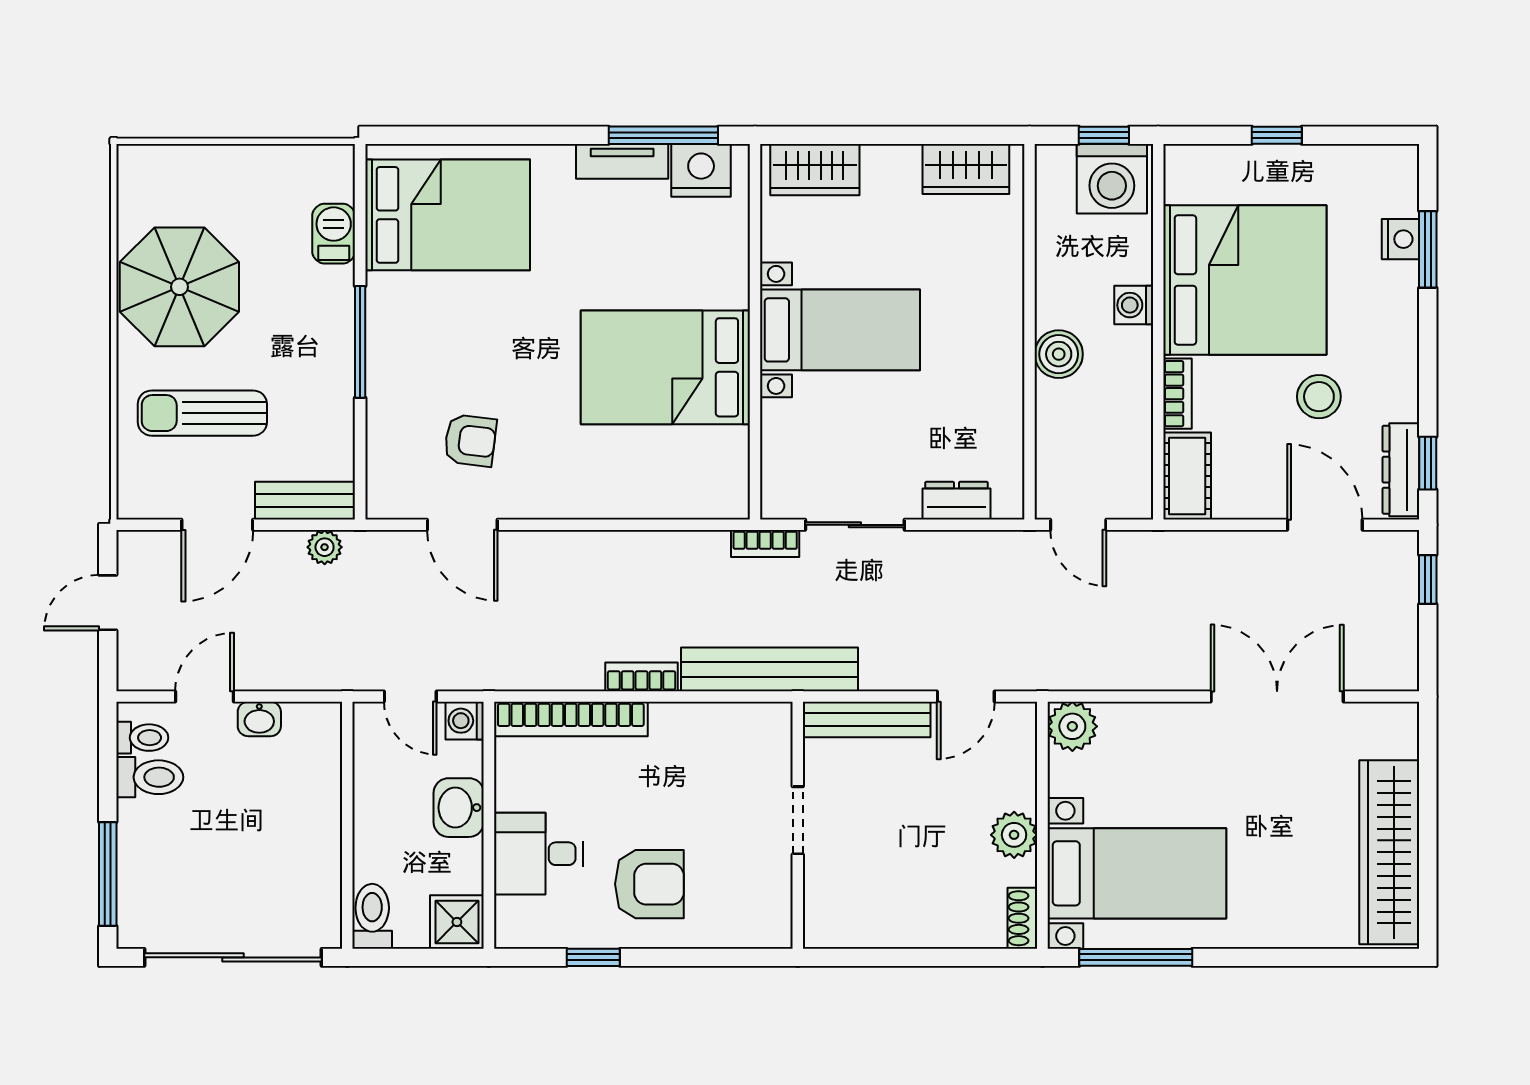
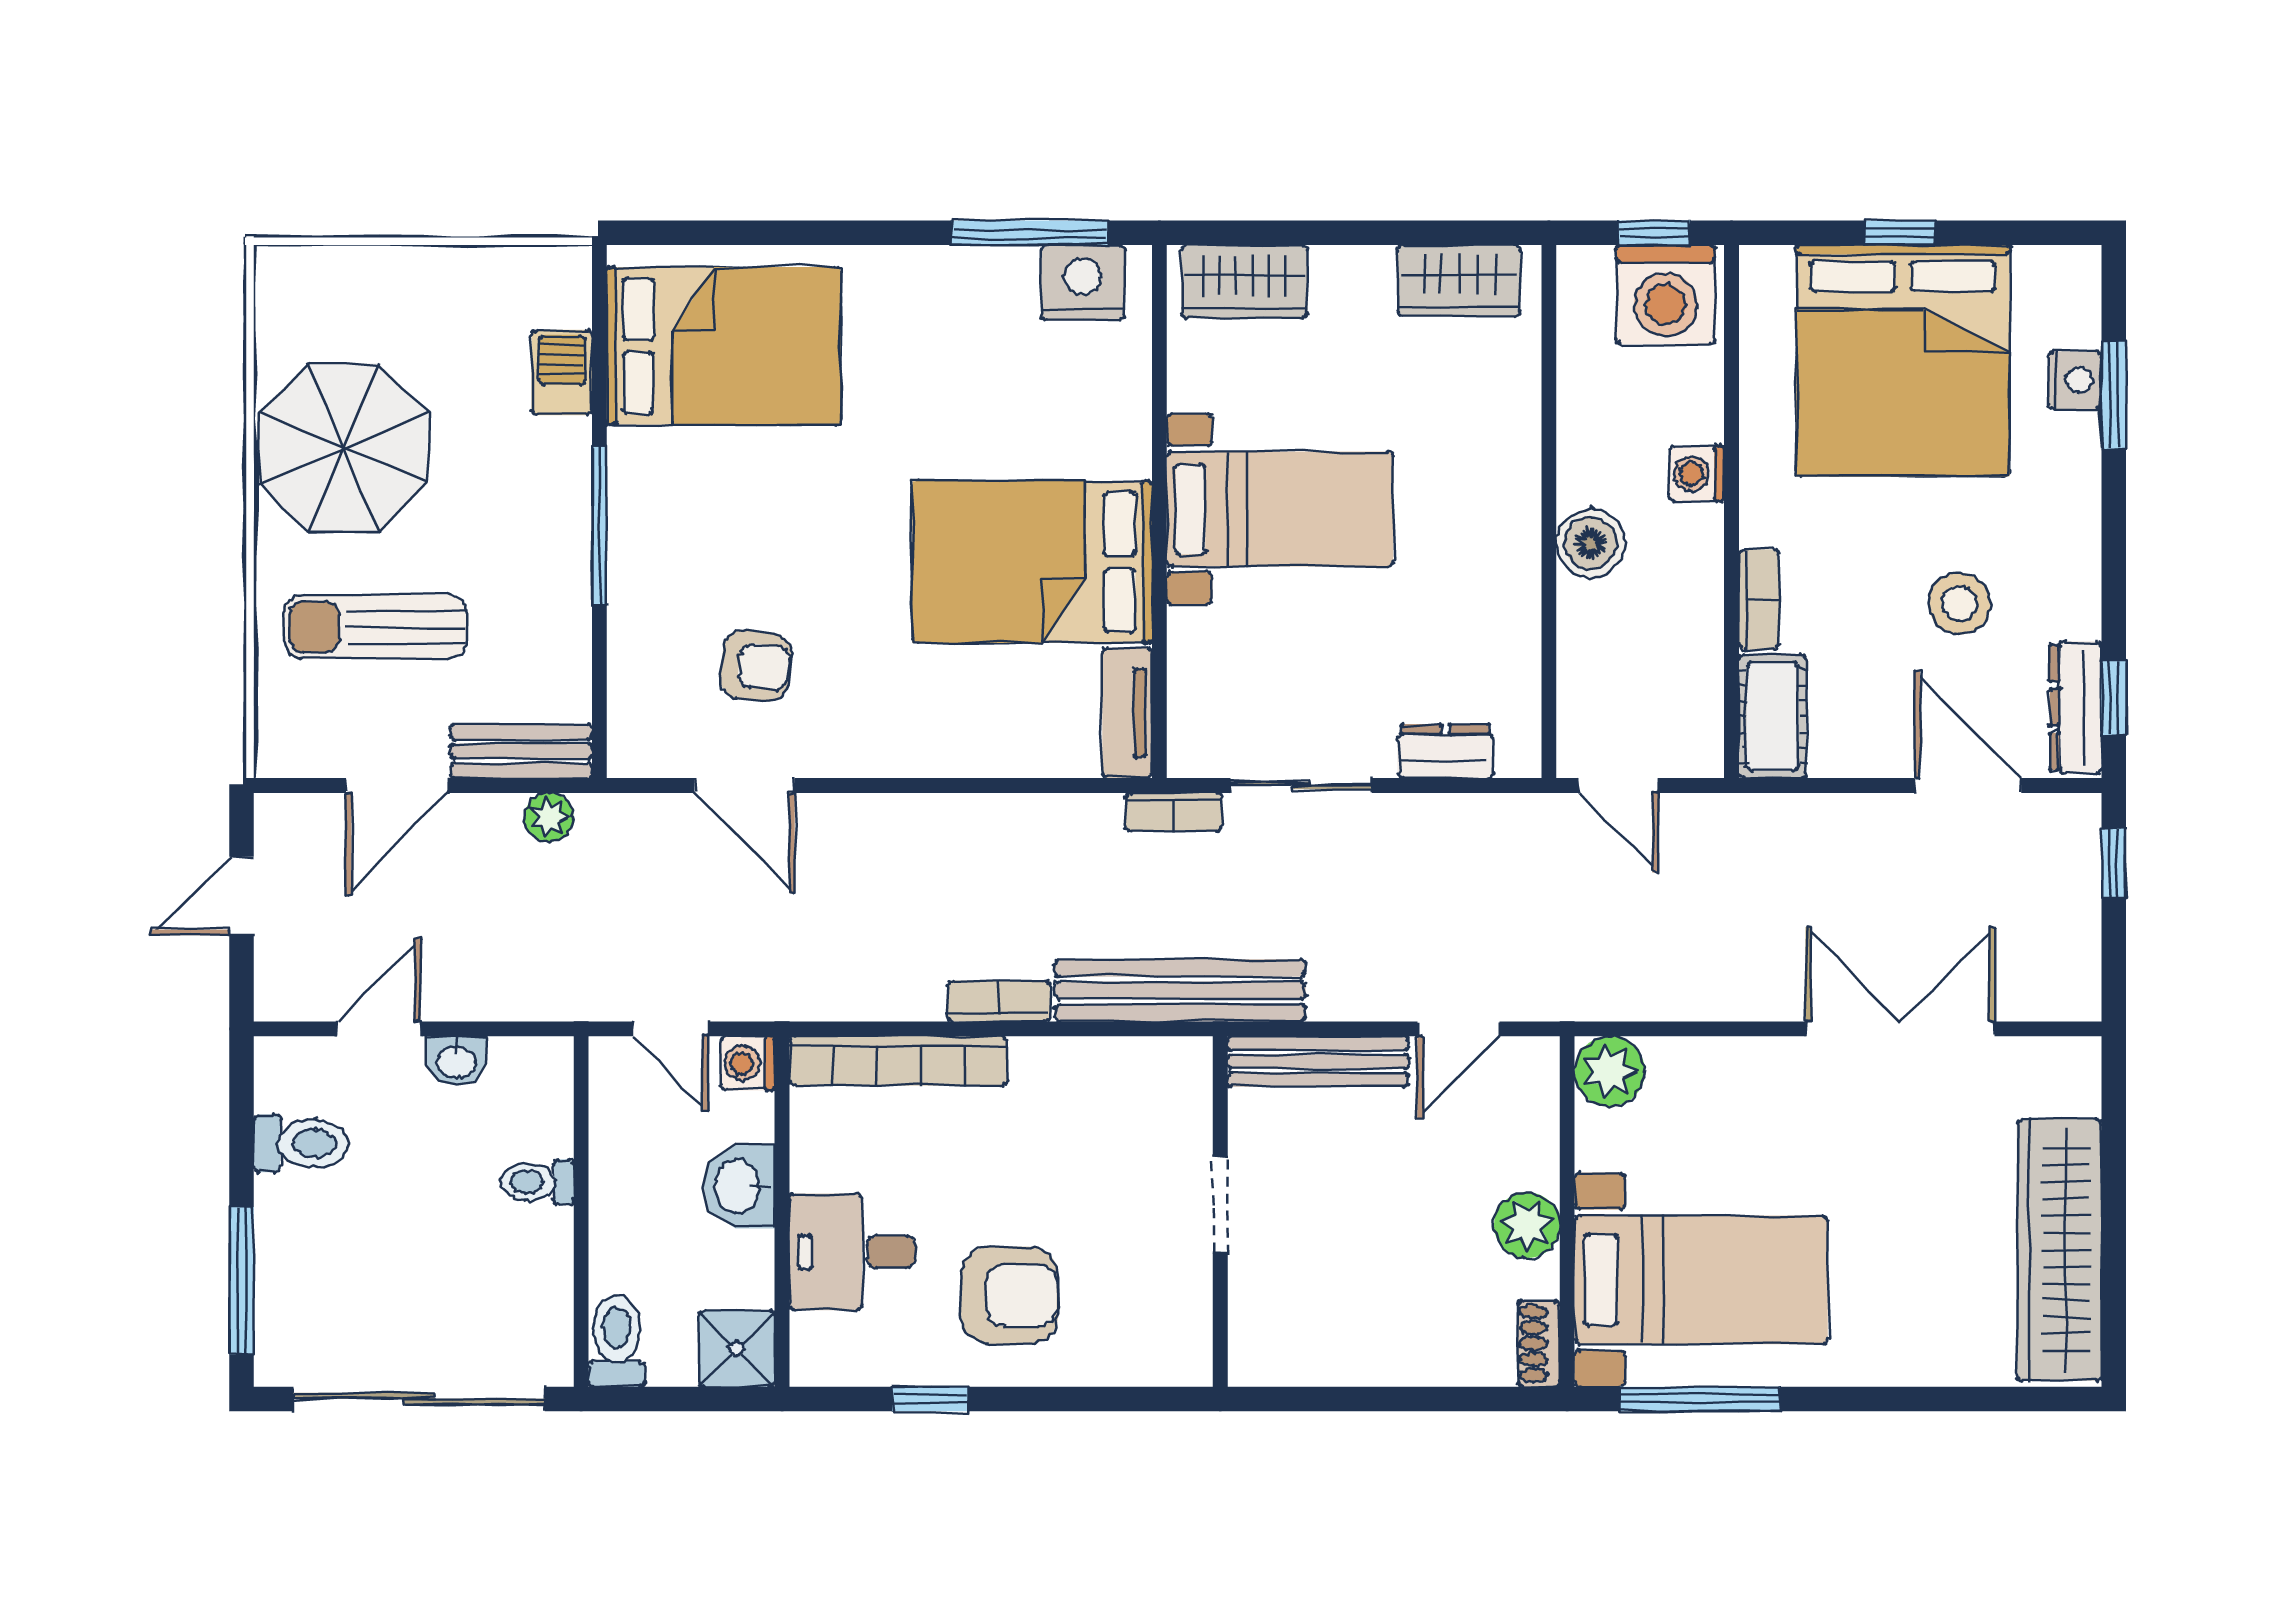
tv unit: (622, 161) -> (1127, 713), moved, turned 90
bed: (1245, 280) -> (1903, 361), moved, turned 90
toilet: (142, 738) -> (537, 1182), moved, turned 180

